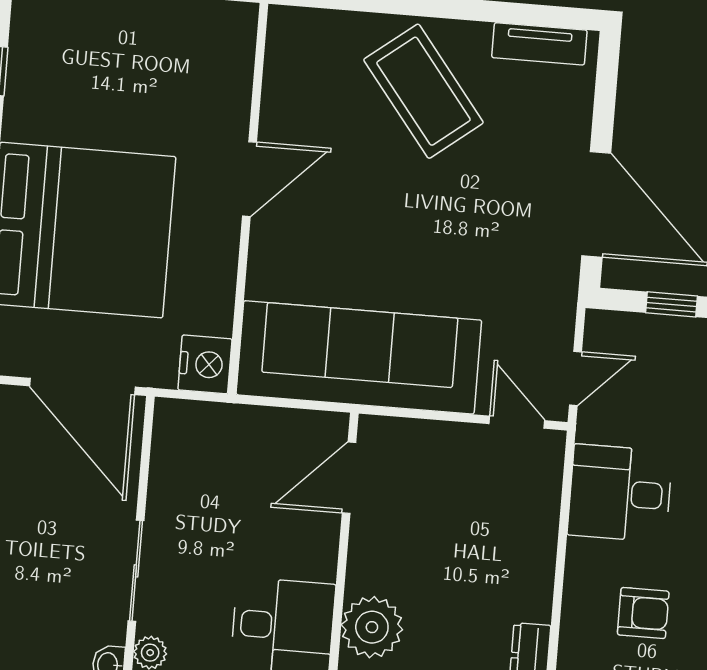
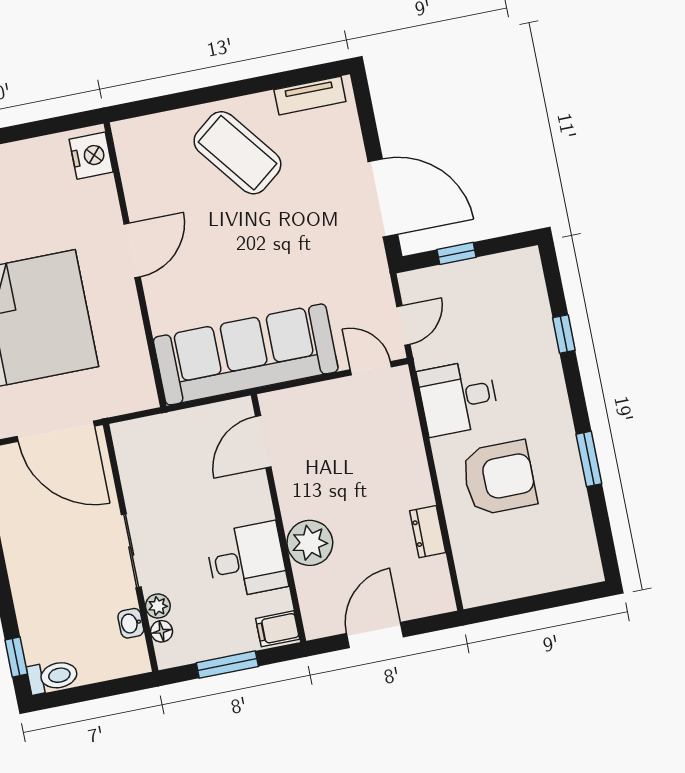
nightstand: (205, 364) -> (91, 156), moved
armchair: (643, 613) -> (499, 478), width x1.88, depth x1.88

